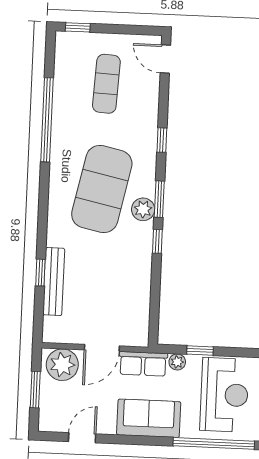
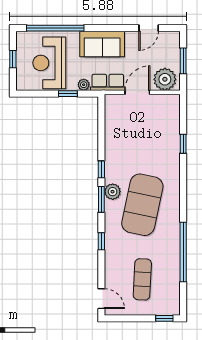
bench: (54, 282) -> (174, 138), removed

